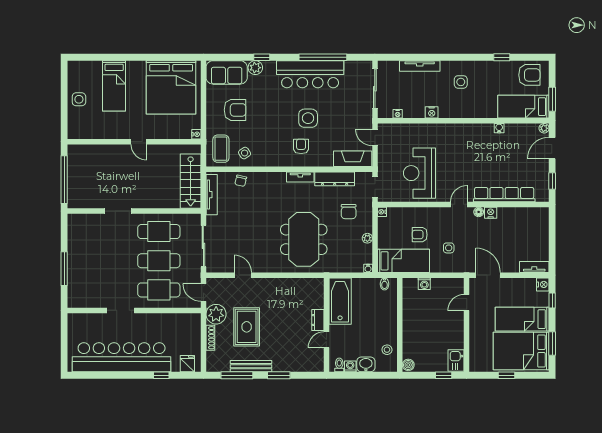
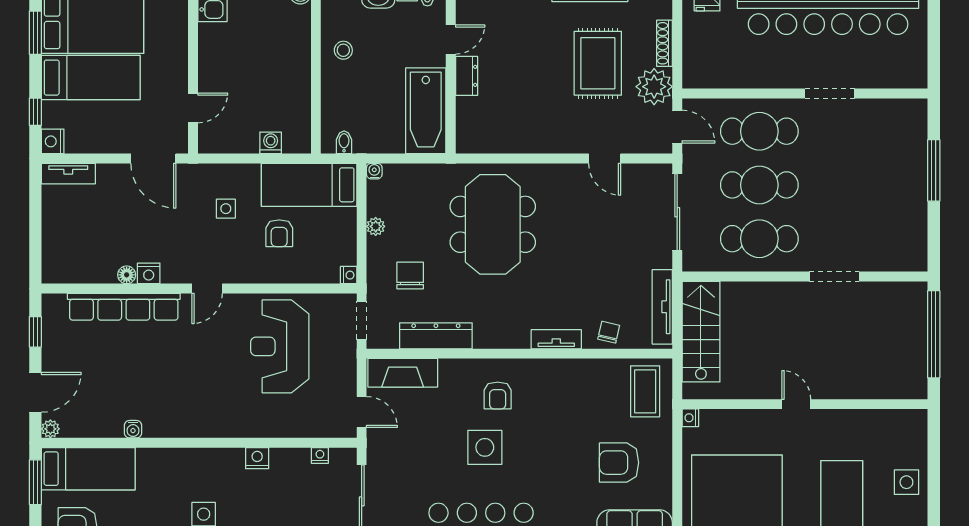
side table: (245, 153) -> (602, 383), removed
reception desk: (419, 173) -> (280, 346), turned 180
tv unit: (300, 177) -> (556, 339), moved
floor lamp: (479, 212) -> (127, 275), moved
armchair: (420, 235) -> (279, 233), turned 90
stool: (387, 350) -> (343, 50), moved

